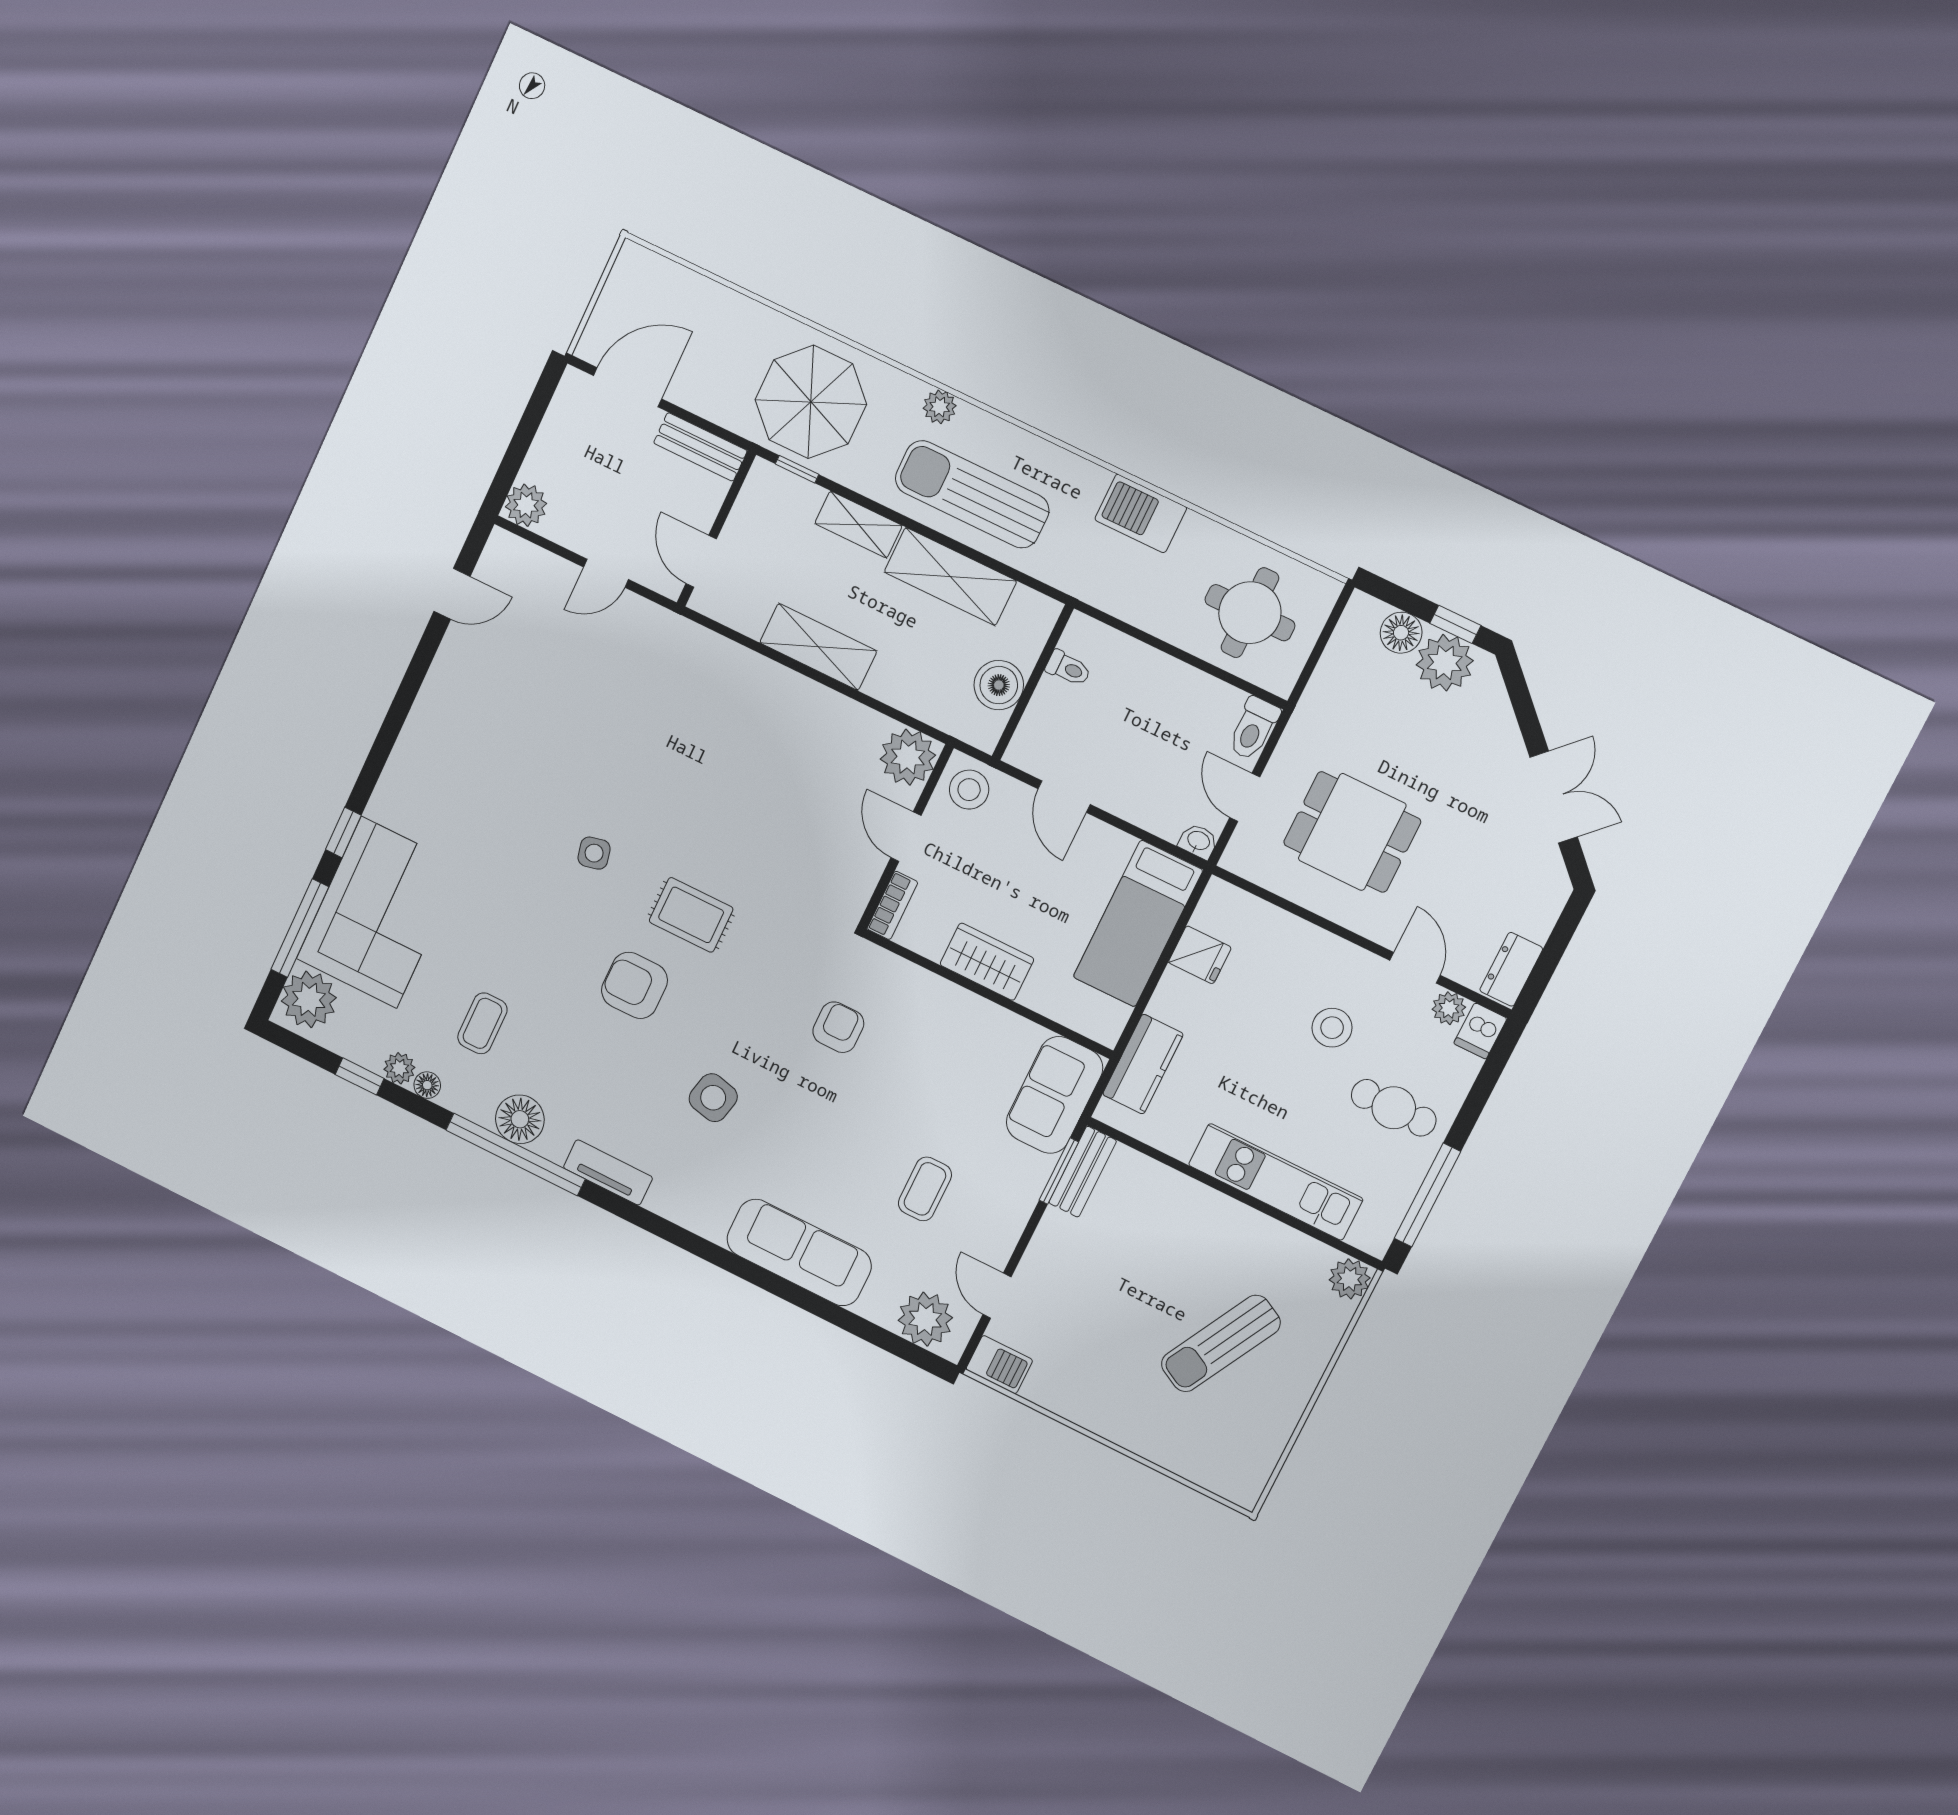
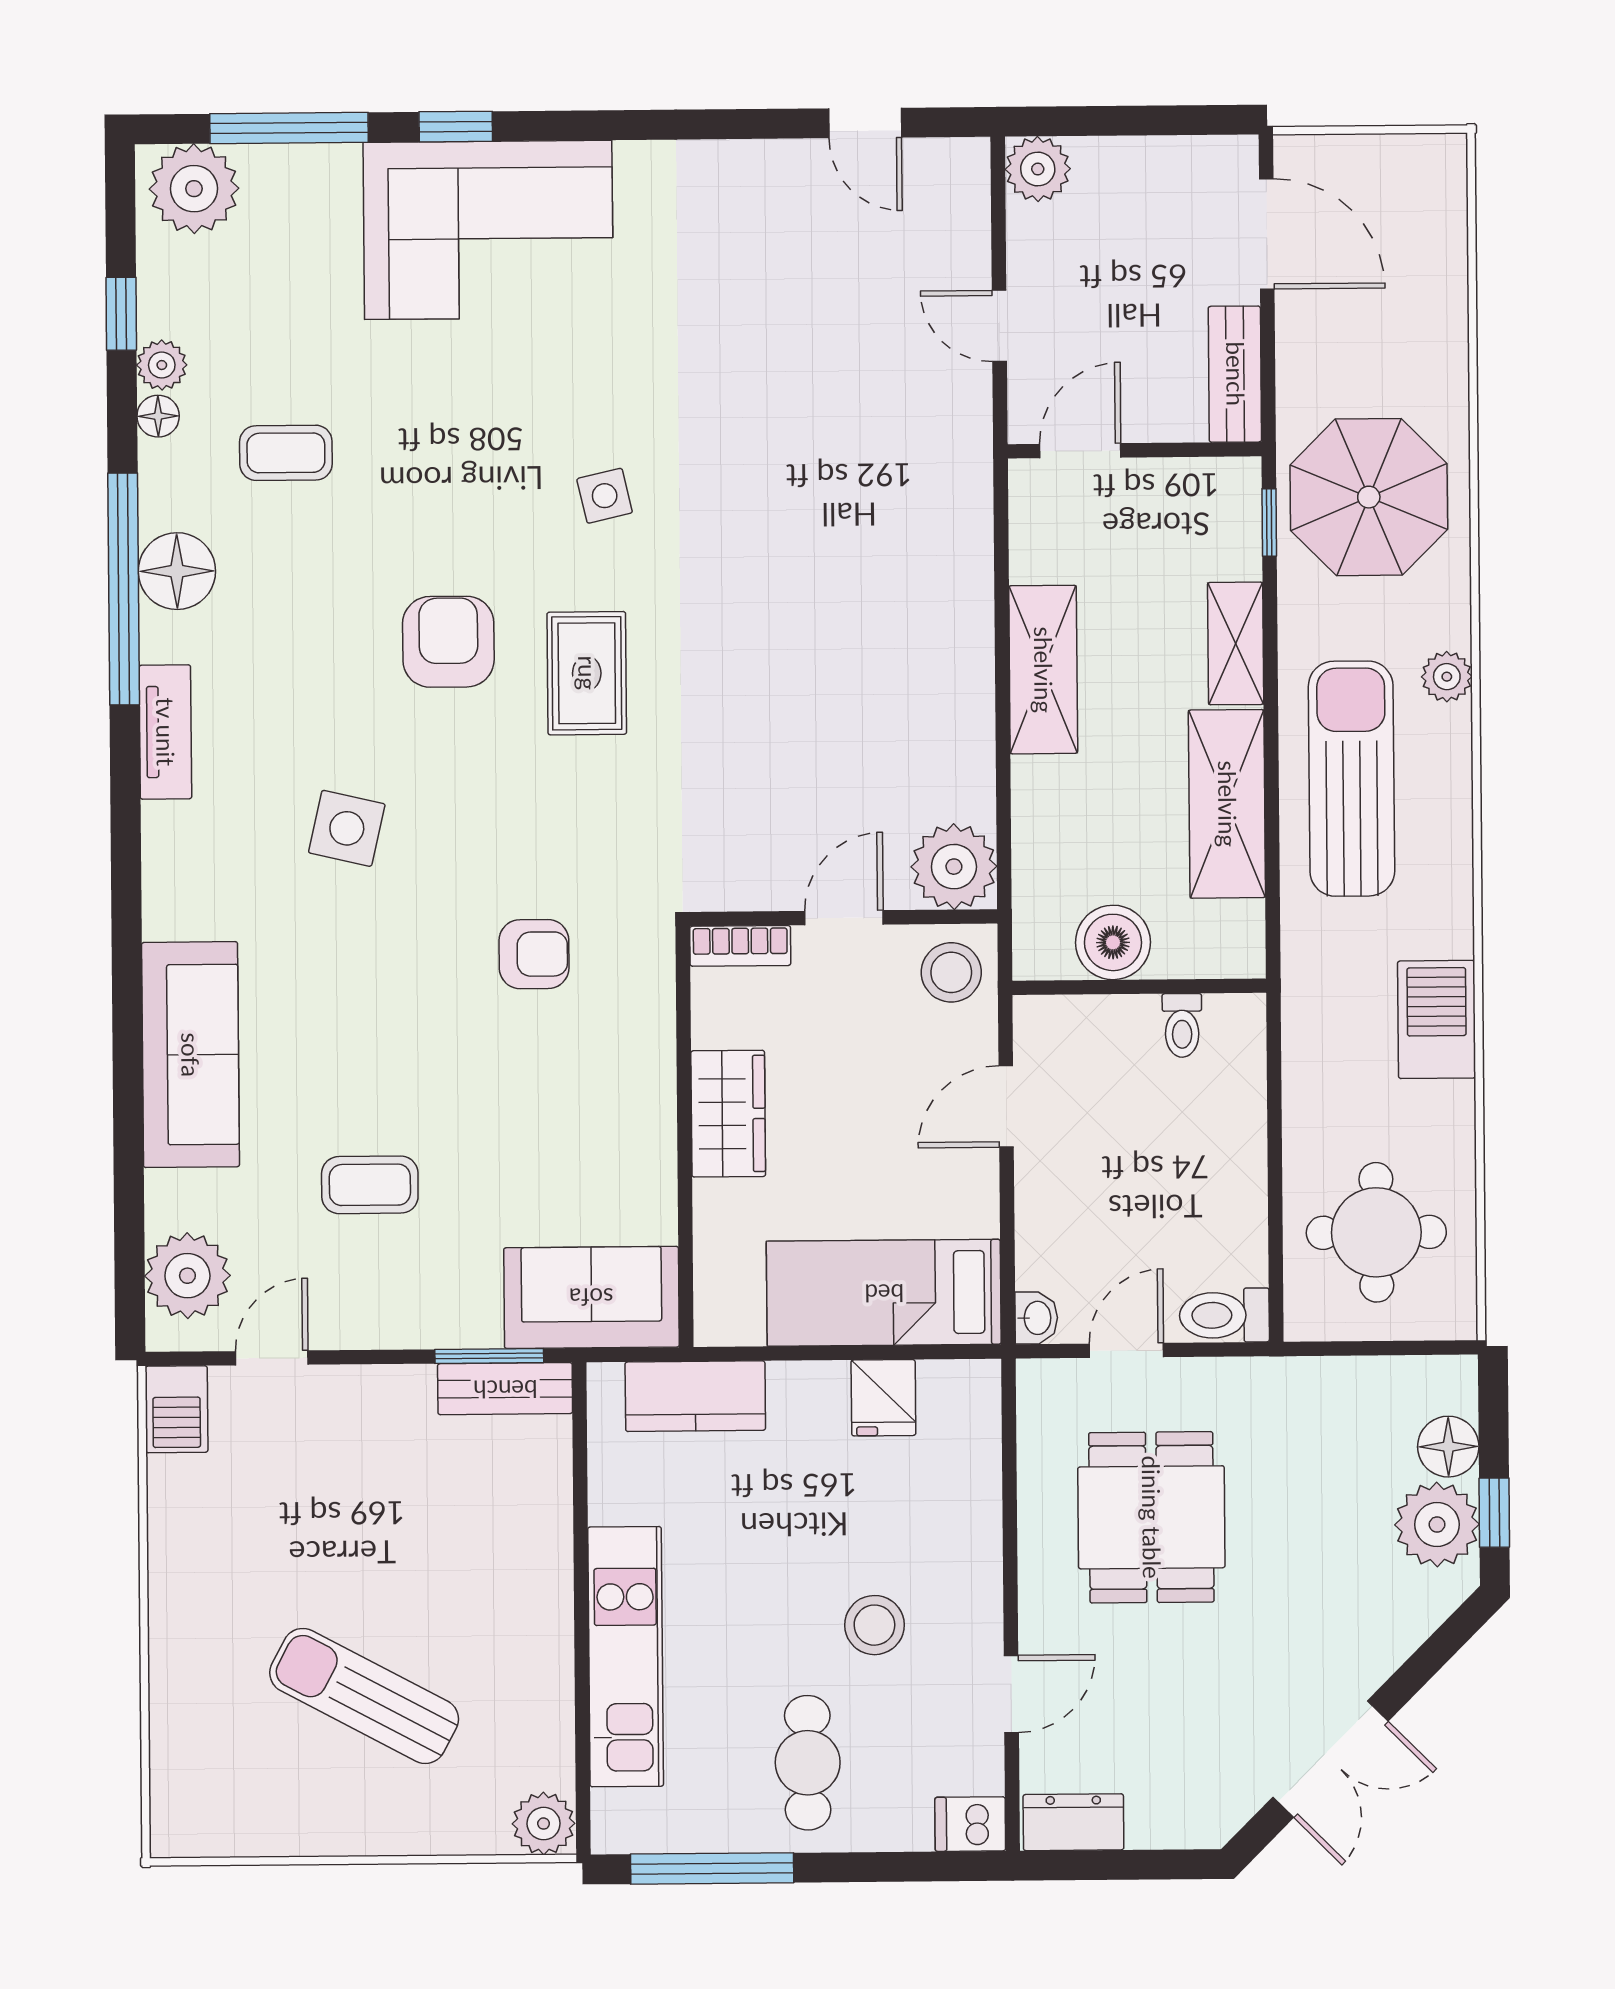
corner sofa: (379, 912) -> (488, 230), moved
plant: (1449, 1008) -> (980, 1767), removed

